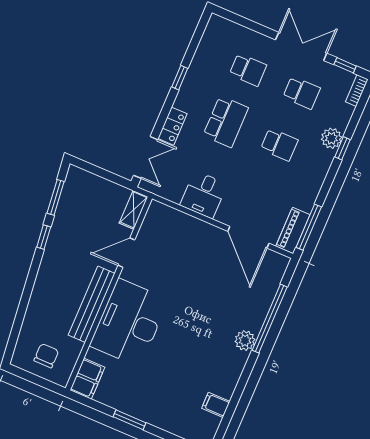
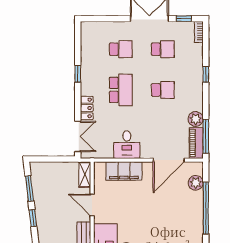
plant: (331, 138) -> (196, 119), moved
filing cabinet: (185, 227) -> (124, 171), added
door: (248, 237) -> (169, 160), hinge flipped
door: (126, 253) -> (92, 205), hinge flipped
plant: (245, 341) -> (196, 183), moved

